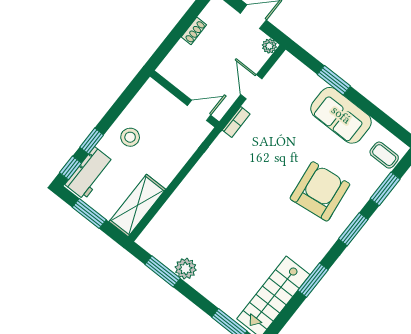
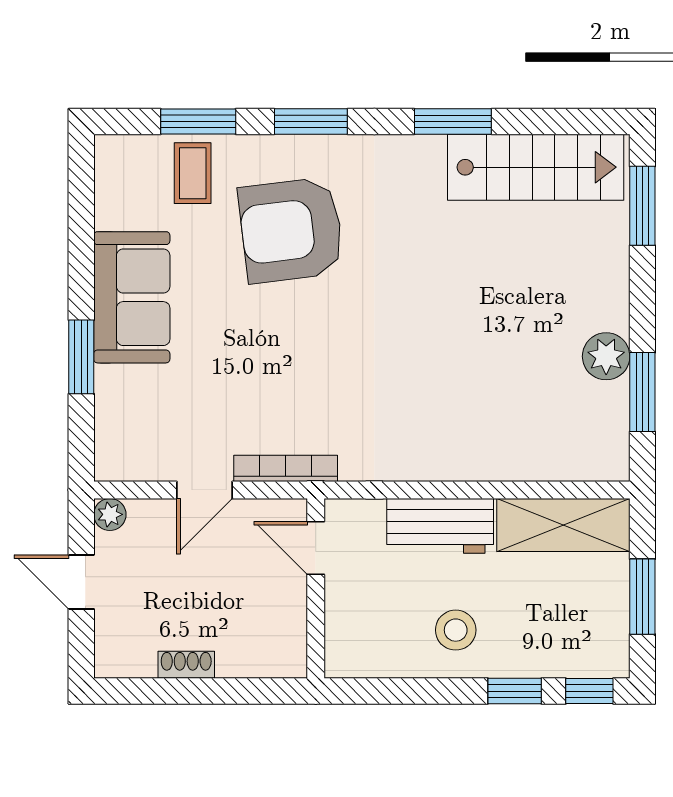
bookcase: (236, 122) -> (286, 468), width x1.56
coffee table: (384, 155) -> (193, 173), moved
workbench: (89, 173) -> (440, 526), moved, turned 180

